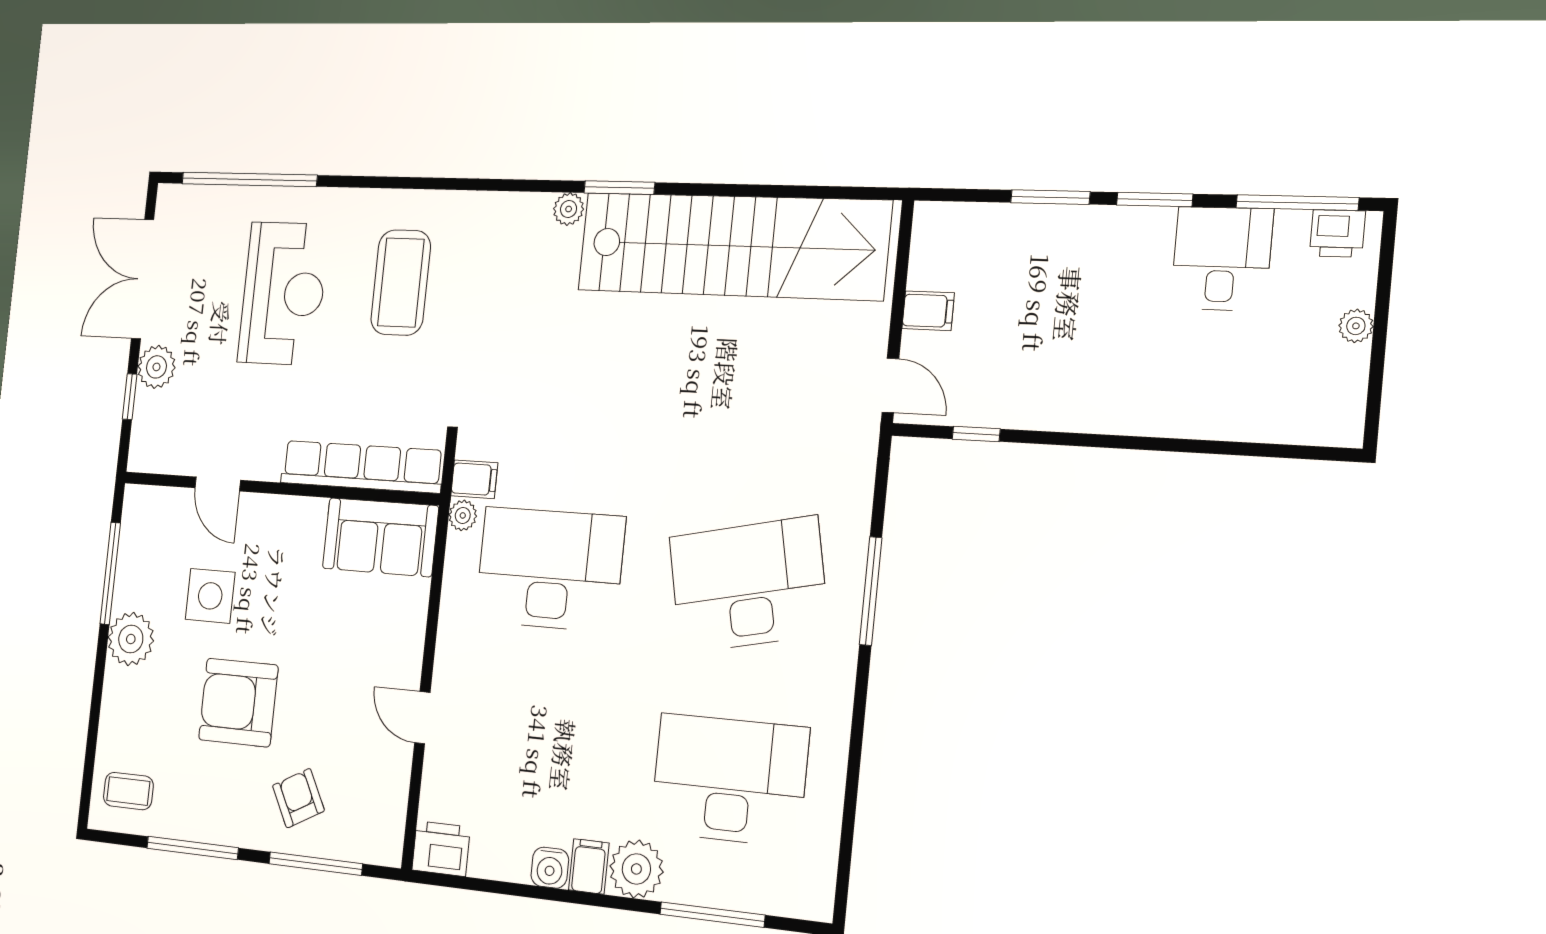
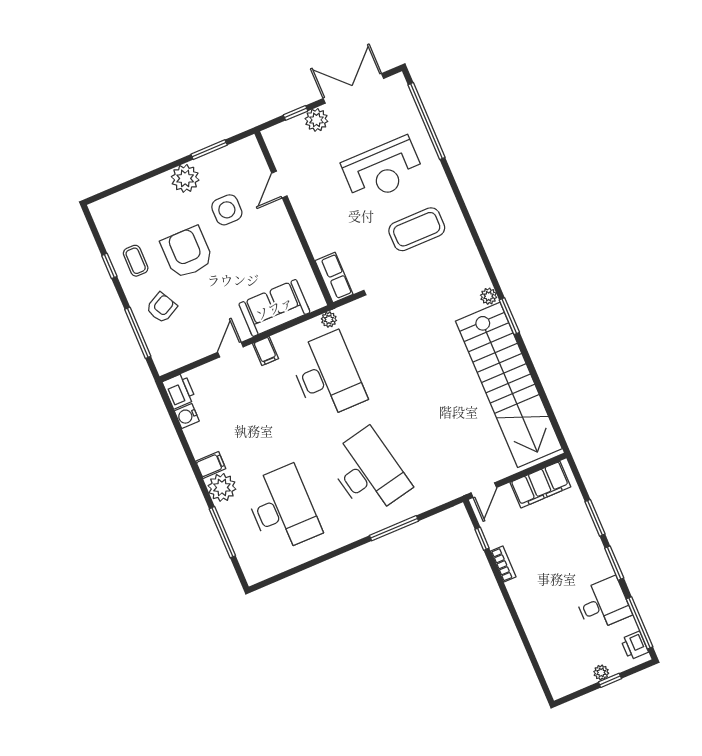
filing cabinet: (928, 311) -> (540, 485), width x3.00, depth x1.17
window: (1381, 316) -> (610, 680), added
bookcase: (1044, 417) -> (503, 564), added
row of seats: (362, 467) -> (334, 277), width x0.50
filing cabinet: (474, 479) -> (266, 351), moved
sofa: (380, 537) -> (274, 308), moved, turned 90
window: (110, 573) -> (209, 150), width x0.69
coffee table: (128, 791) -> (136, 261), moved
window: (193, 848) -> (109, 266), width x0.46
water cooler: (550, 868) -> (187, 416), moved

